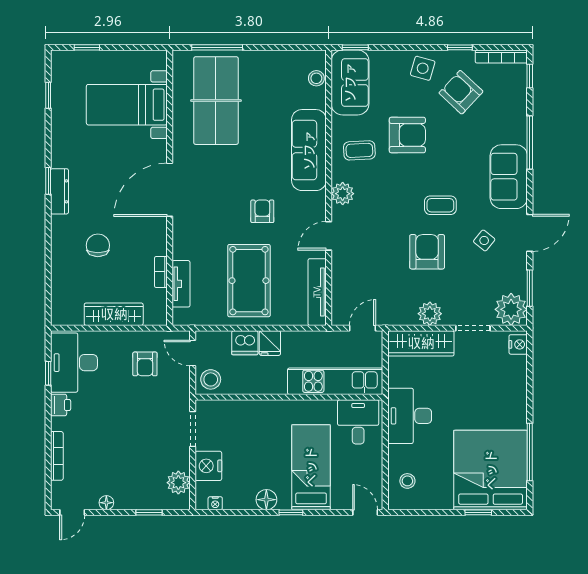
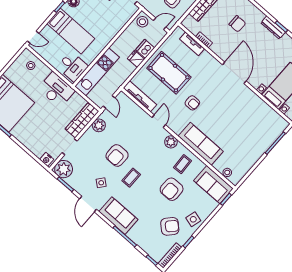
table tennis table: (216, 101) -> (254, 124), removed
armchair: (427, 252) -> (117, 155), turned 90
plant: (430, 314) -> (99, 125), moved

